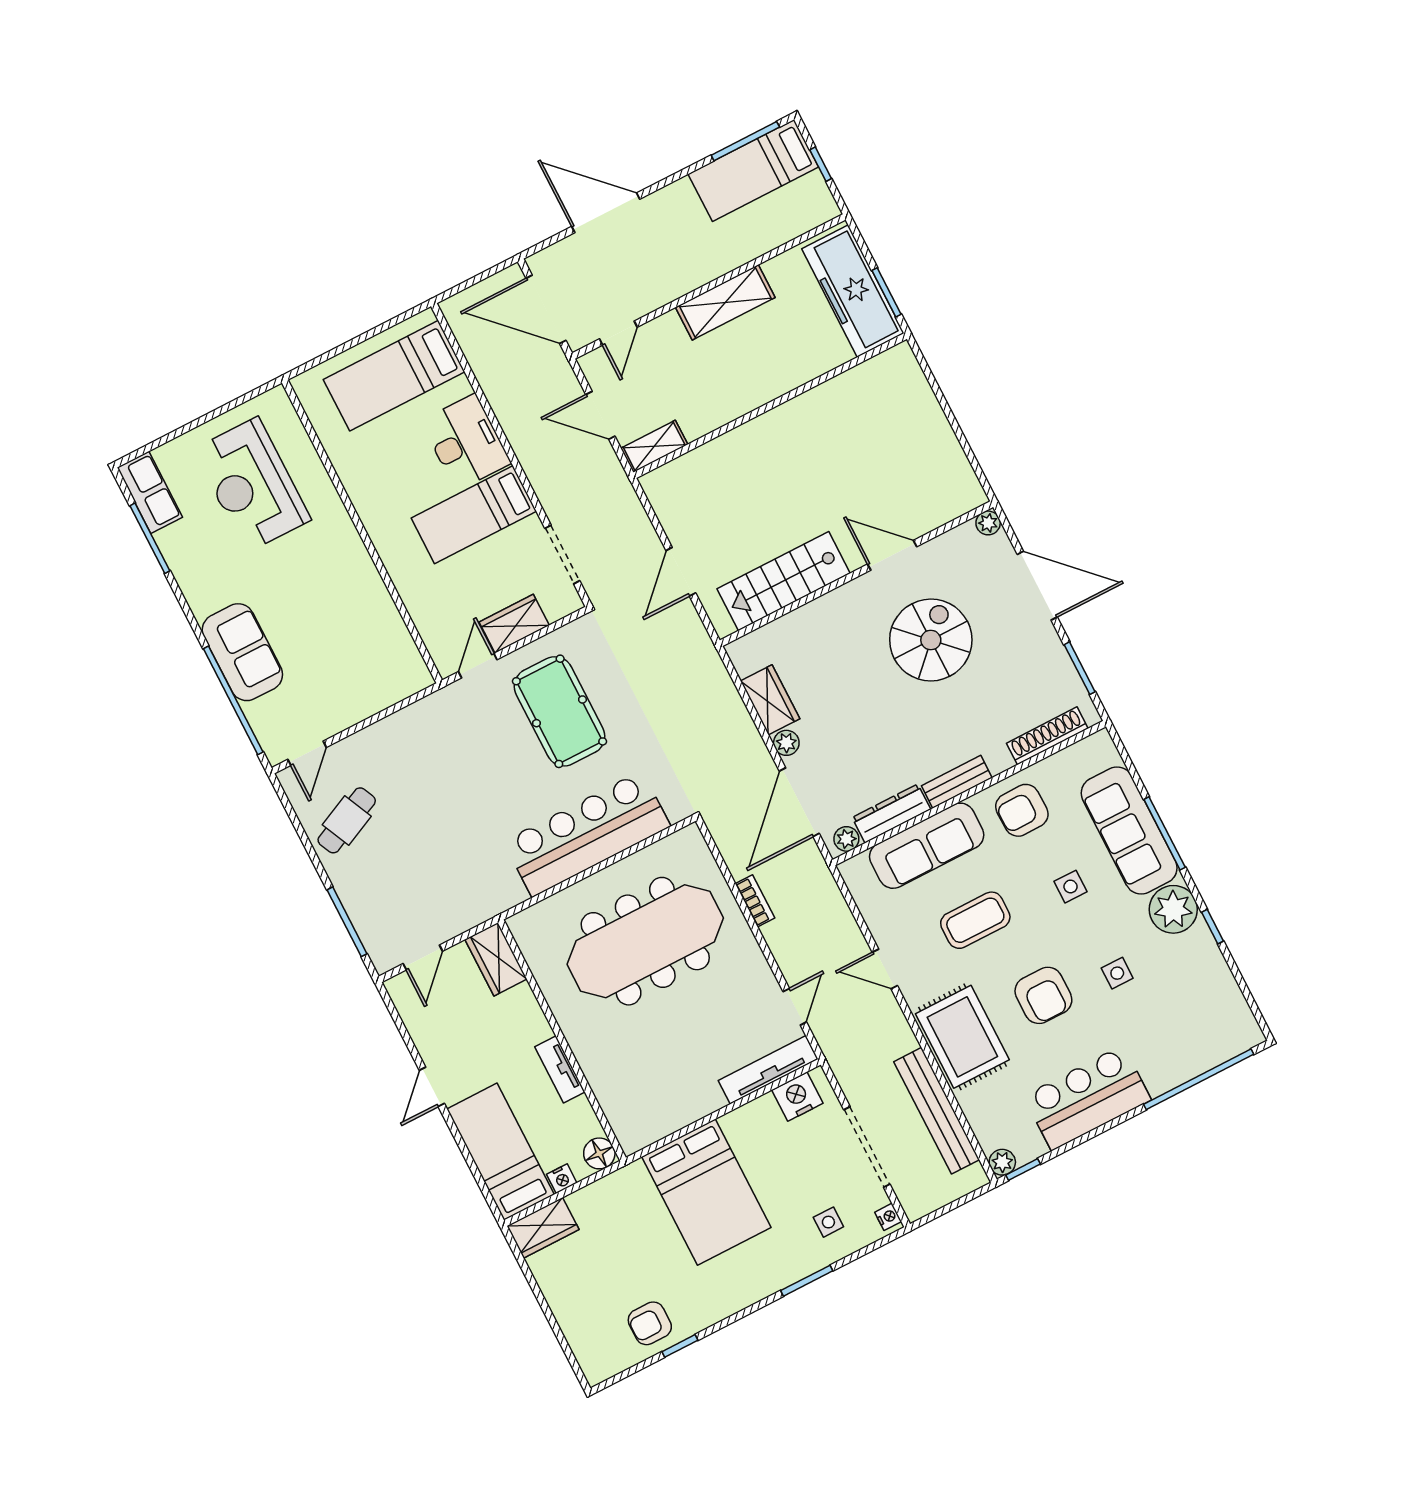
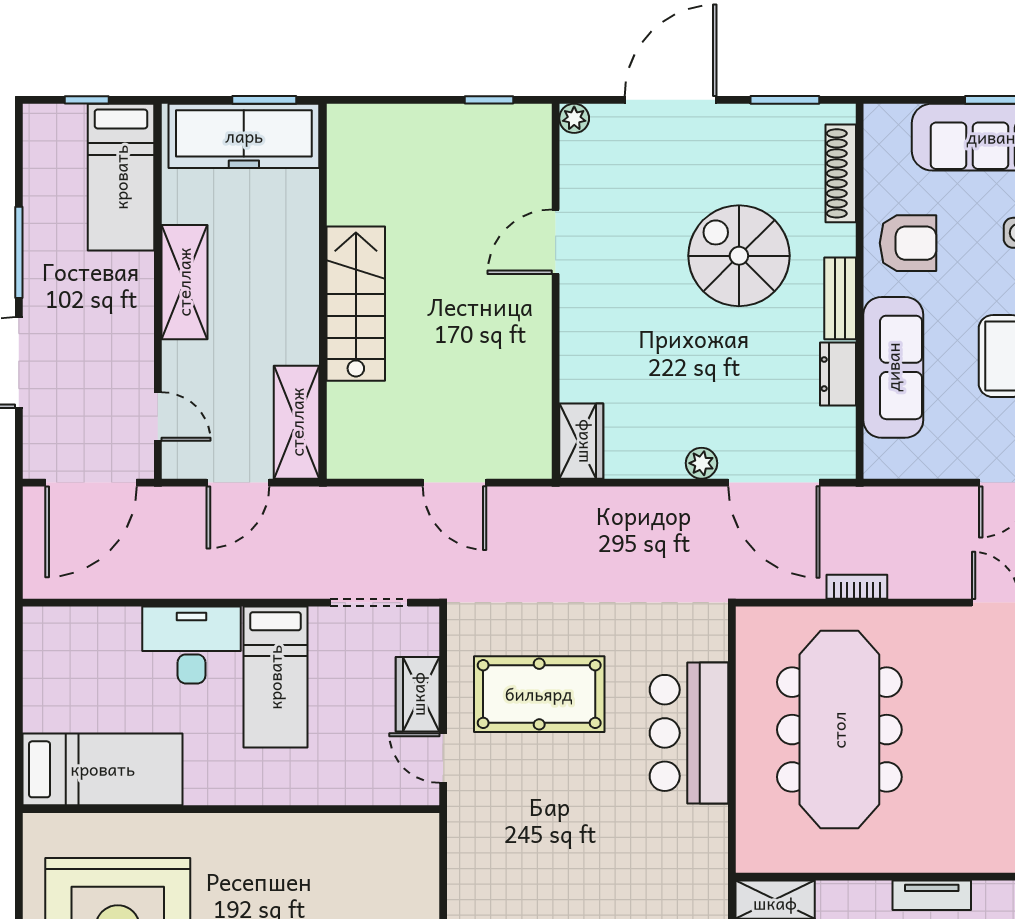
window: (745, 141) -> (19, 252), moved
bed: (753, 171) -> (121, 177), moved
bed: (394, 376) -> (103, 769), moved, turned -90
shelving: (654, 446) -> (297, 422), width x1.50, depth x1.33
window: (970, 455) -> (489, 100), added
stairs: (784, 581) -> (356, 304), moved, turned 180
spiral stairs: (931, 640) -> (739, 256), moved
wardrobe: (770, 700) -> (581, 441), moved, turned 90
armchair: (1022, 810) -> (908, 243), turned -89
dresser: (891, 813) -> (838, 374), width x0.70
bar counter: (587, 834) -> (689, 733), width x0.73
plant: (846, 839) -> (841, 452), removed

